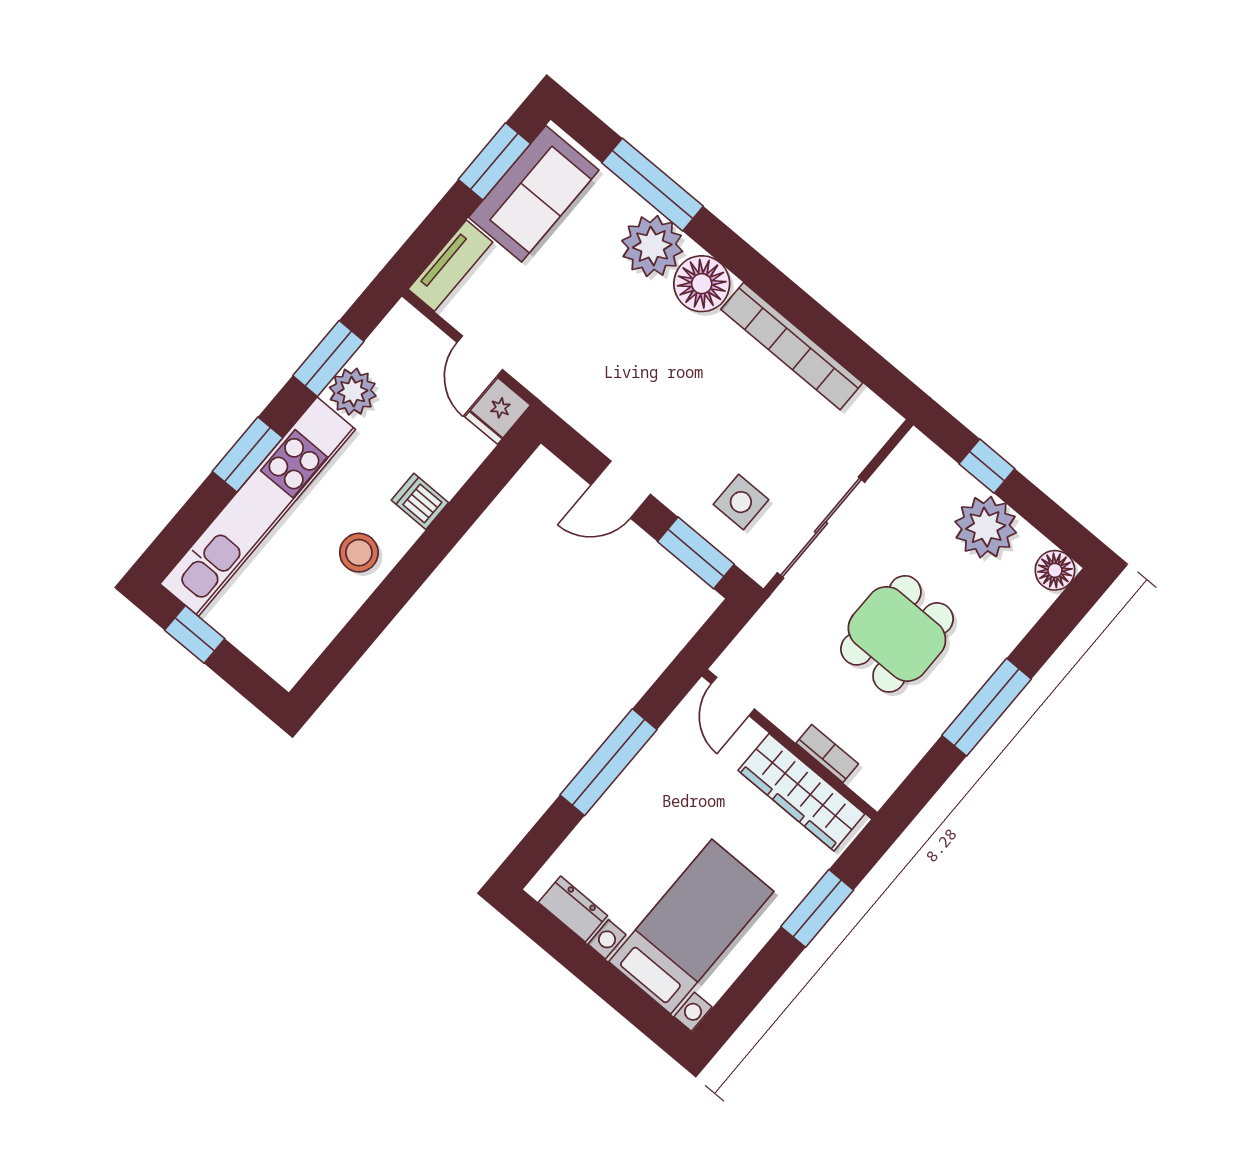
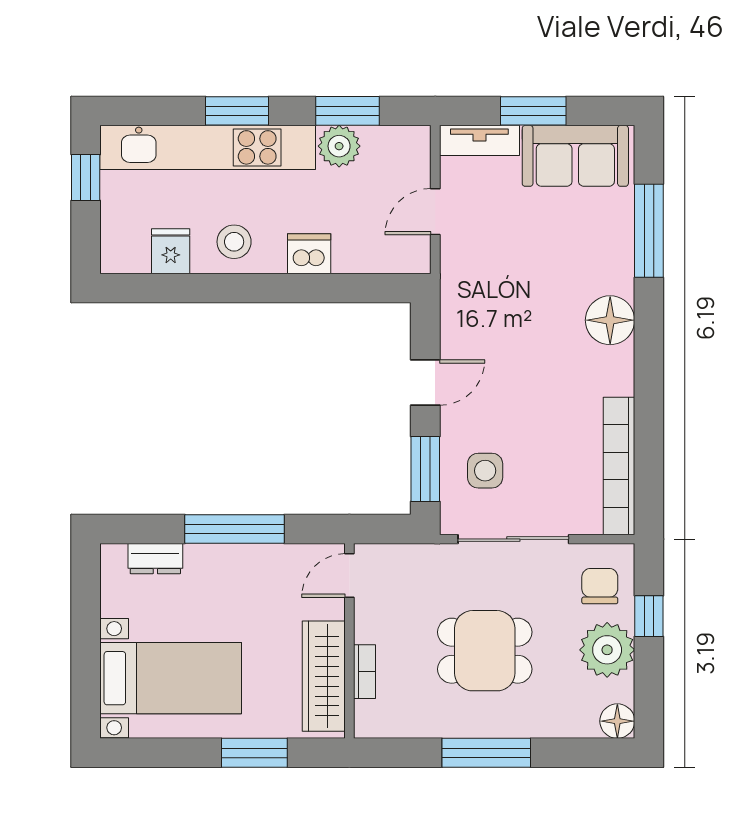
window: (494, 161) -> (533, 111), moved
plant: (652, 246) -> (607, 265), removed
bookcase: (792, 346) -> (619, 466), moved
fridge: (498, 411) -> (171, 251), moved, turned 90
chair: (925, 487) -> (600, 586), added
door: (621, 490) -> (425, 383), swing flipped
dishwasher: (420, 501) -> (309, 254), width x1.38
dresser: (573, 909) -> (155, 559), moved, turned 90

